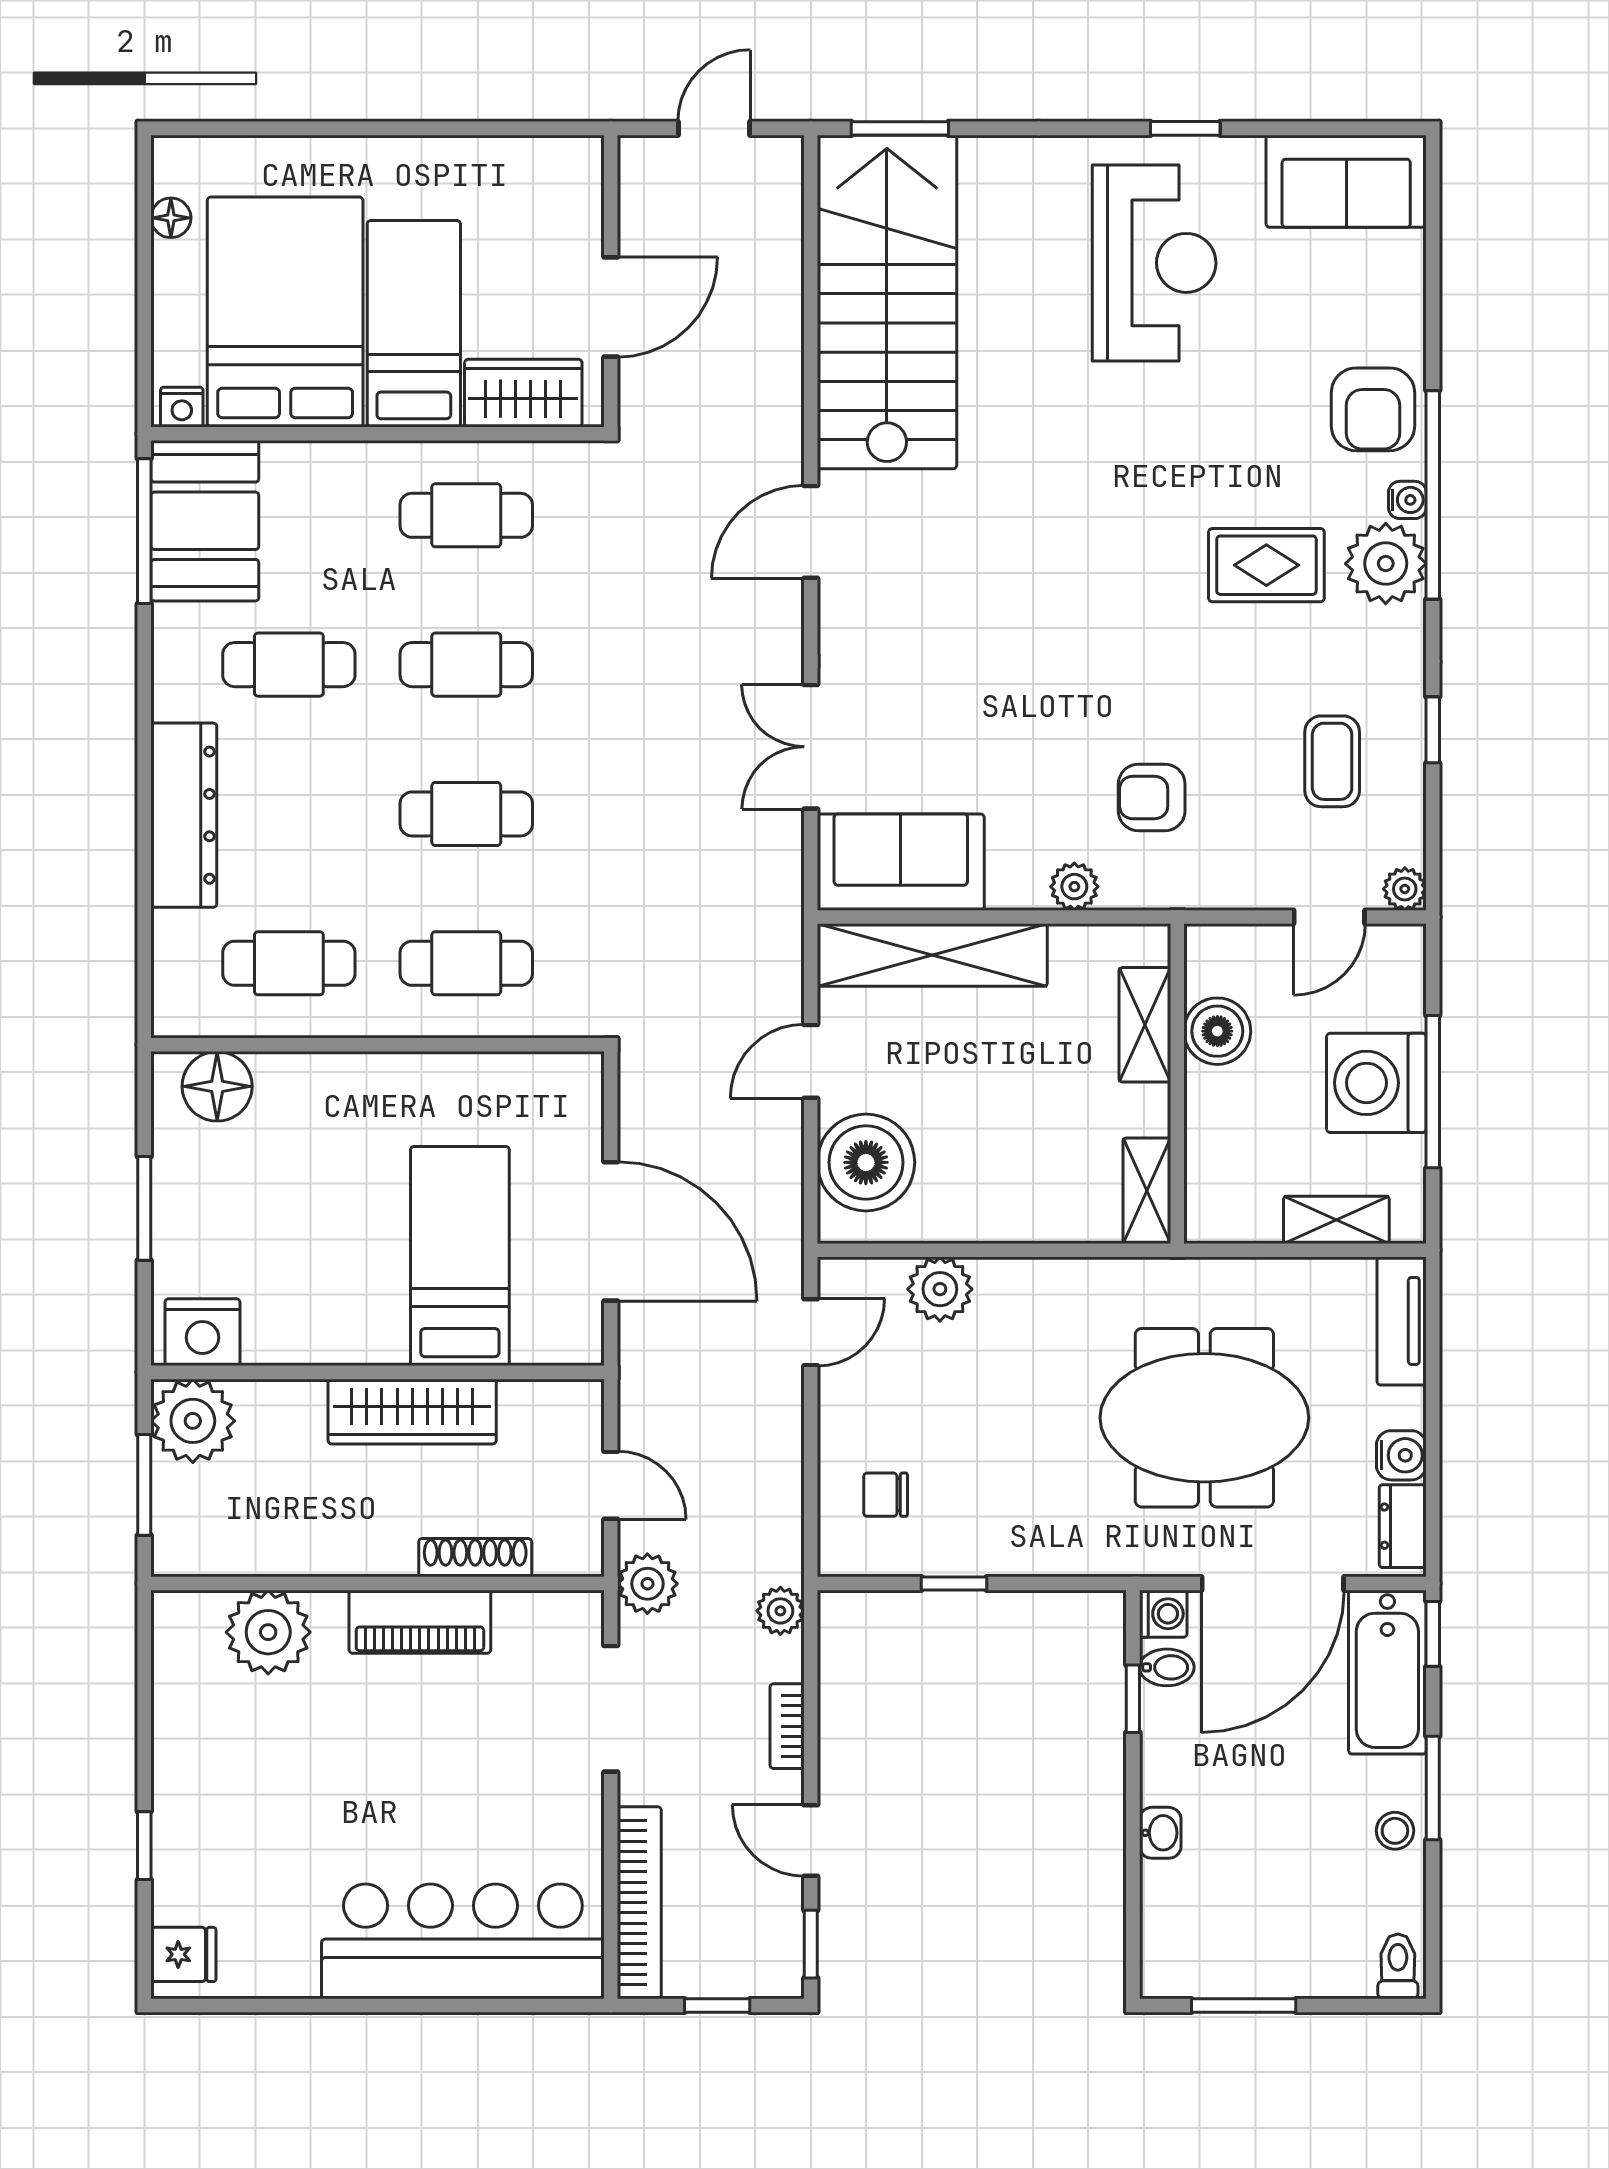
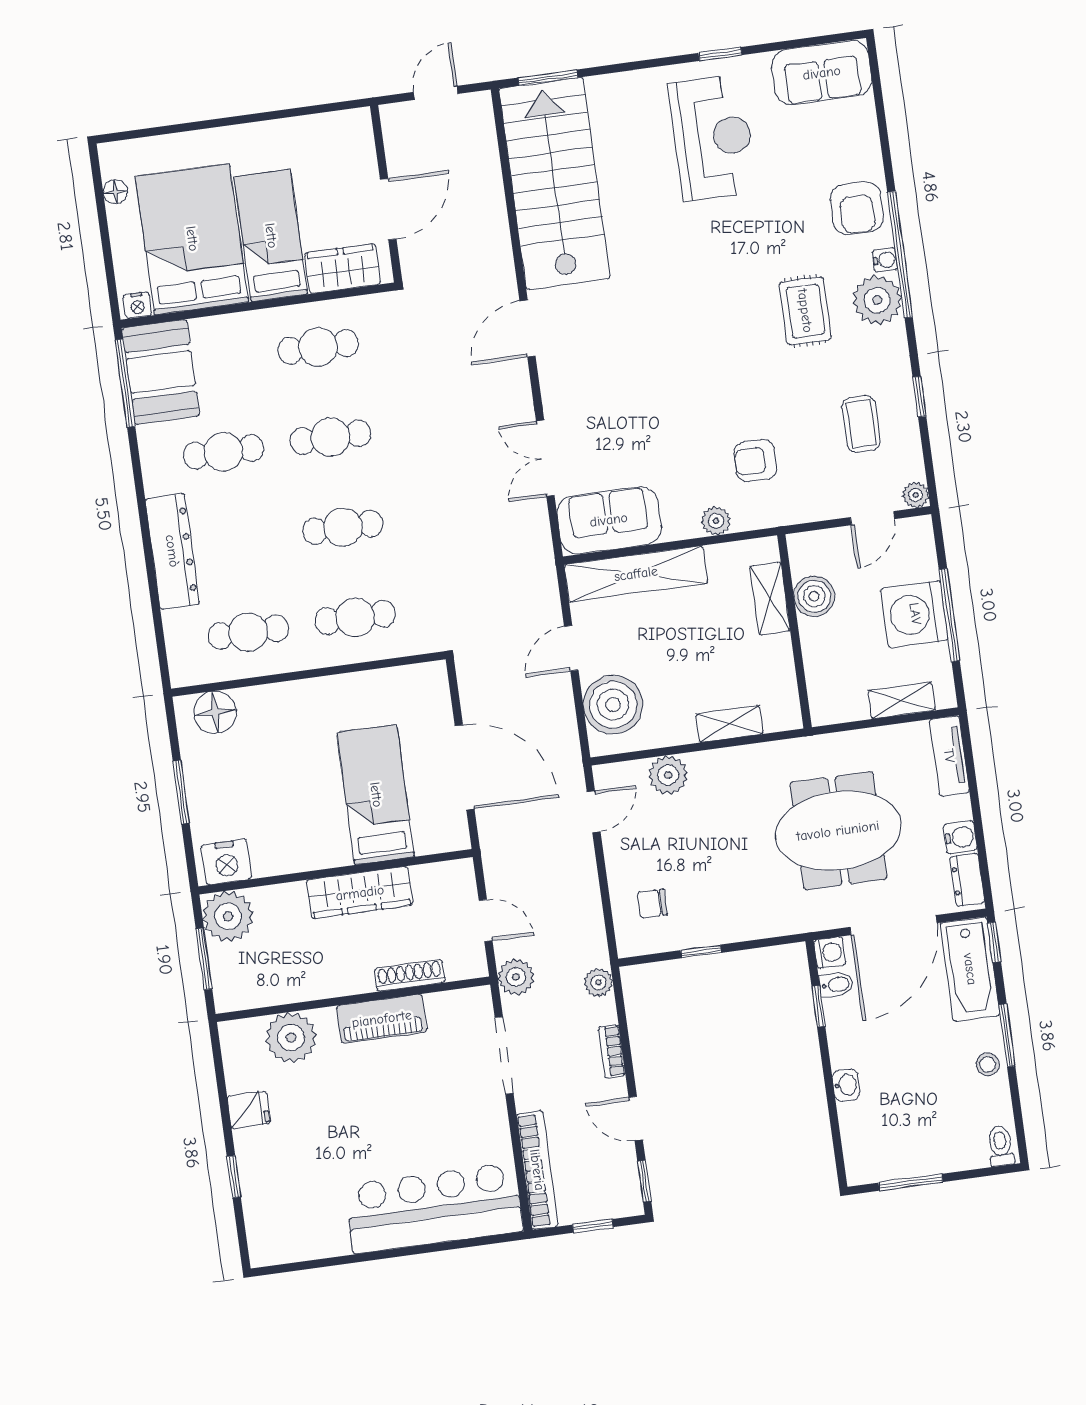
rug: (1266, 565) -> (805, 311), turned 90
shelving: (1147, 1191) -> (729, 724), moved, turned 90
fridge: (183, 1954) -> (249, 1110), moved

